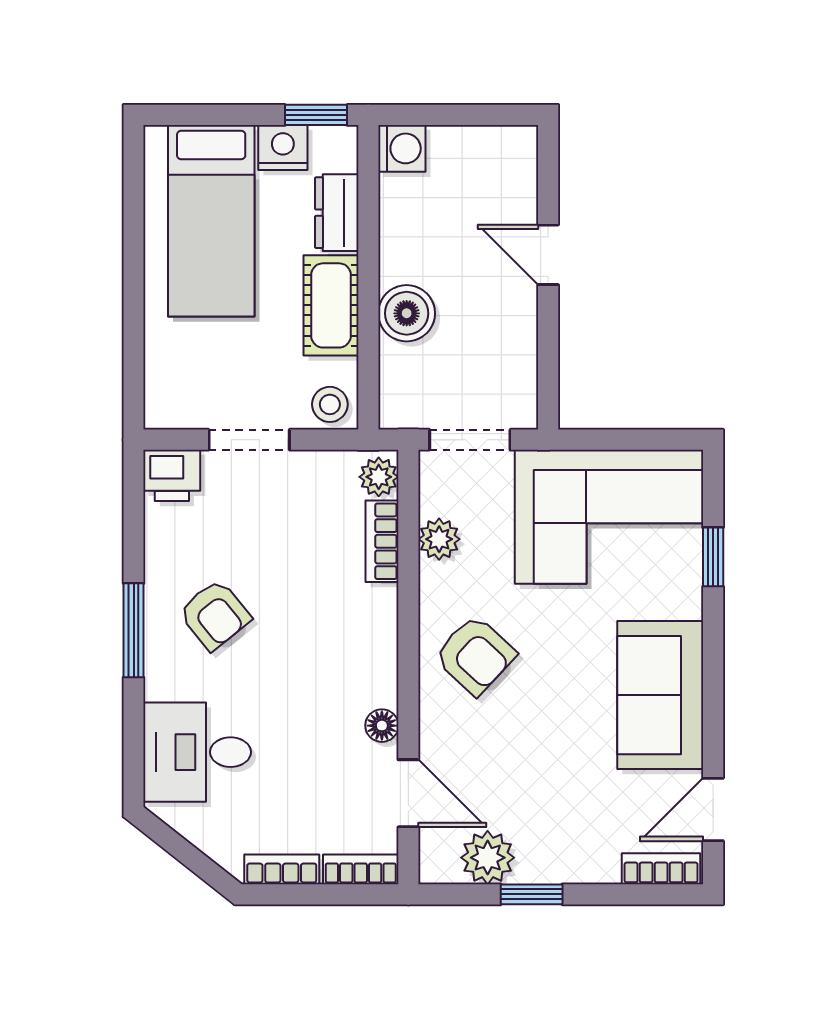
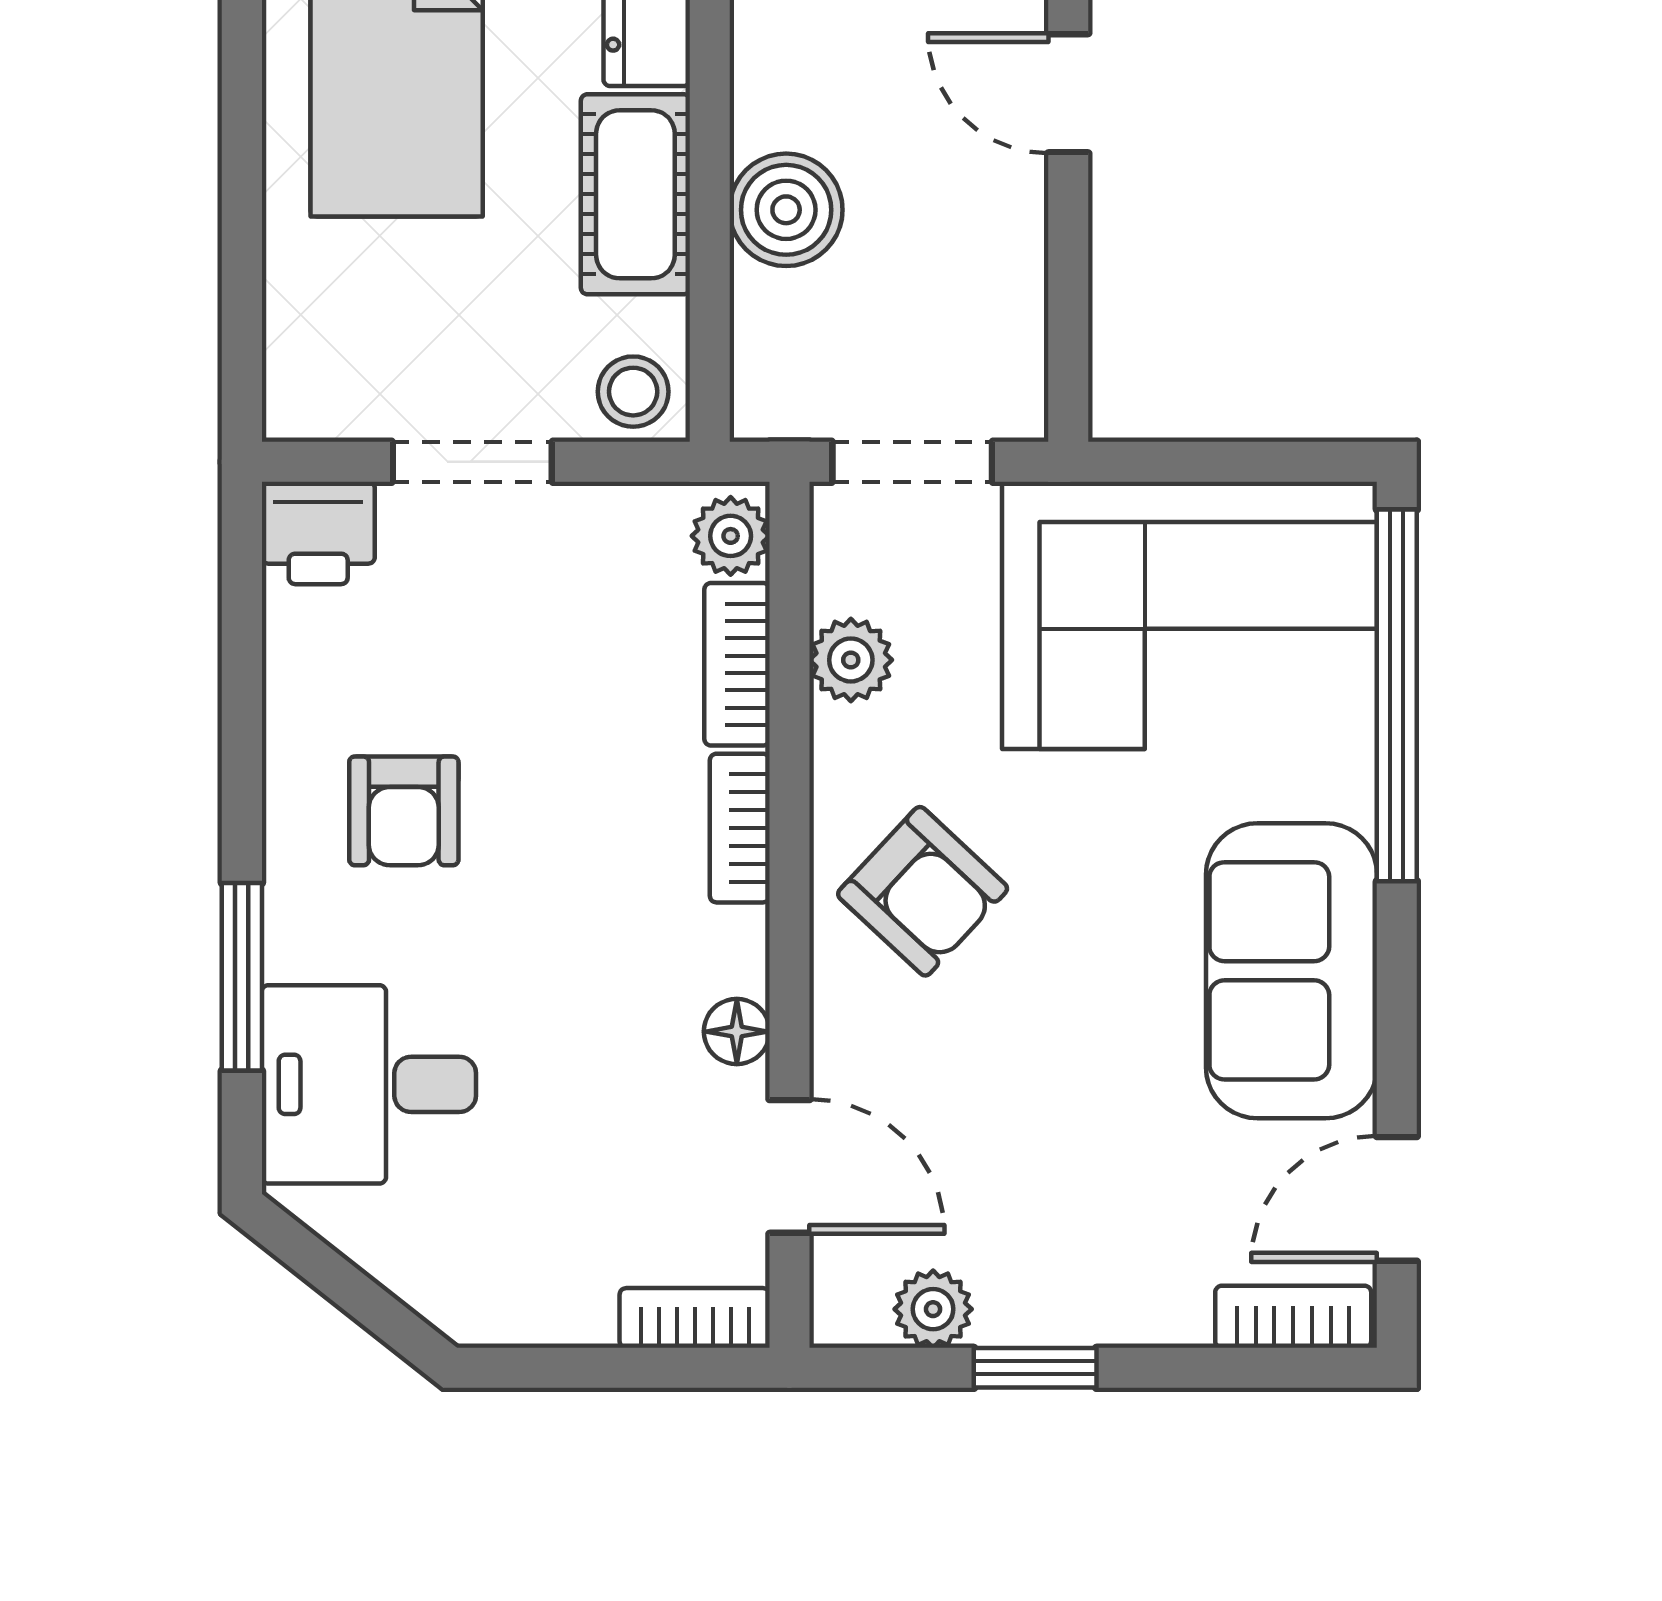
window: (713, 557) -> (1397, 695), width x3.17
armchair: (215, 615) -> (404, 811), turned 39
window: (134, 630) -> (242, 977), moved
plant: (488, 858) -> (933, 1309), width x0.73, depth x0.73
bookcase: (282, 869) -> (740, 828), moved, turned -90

